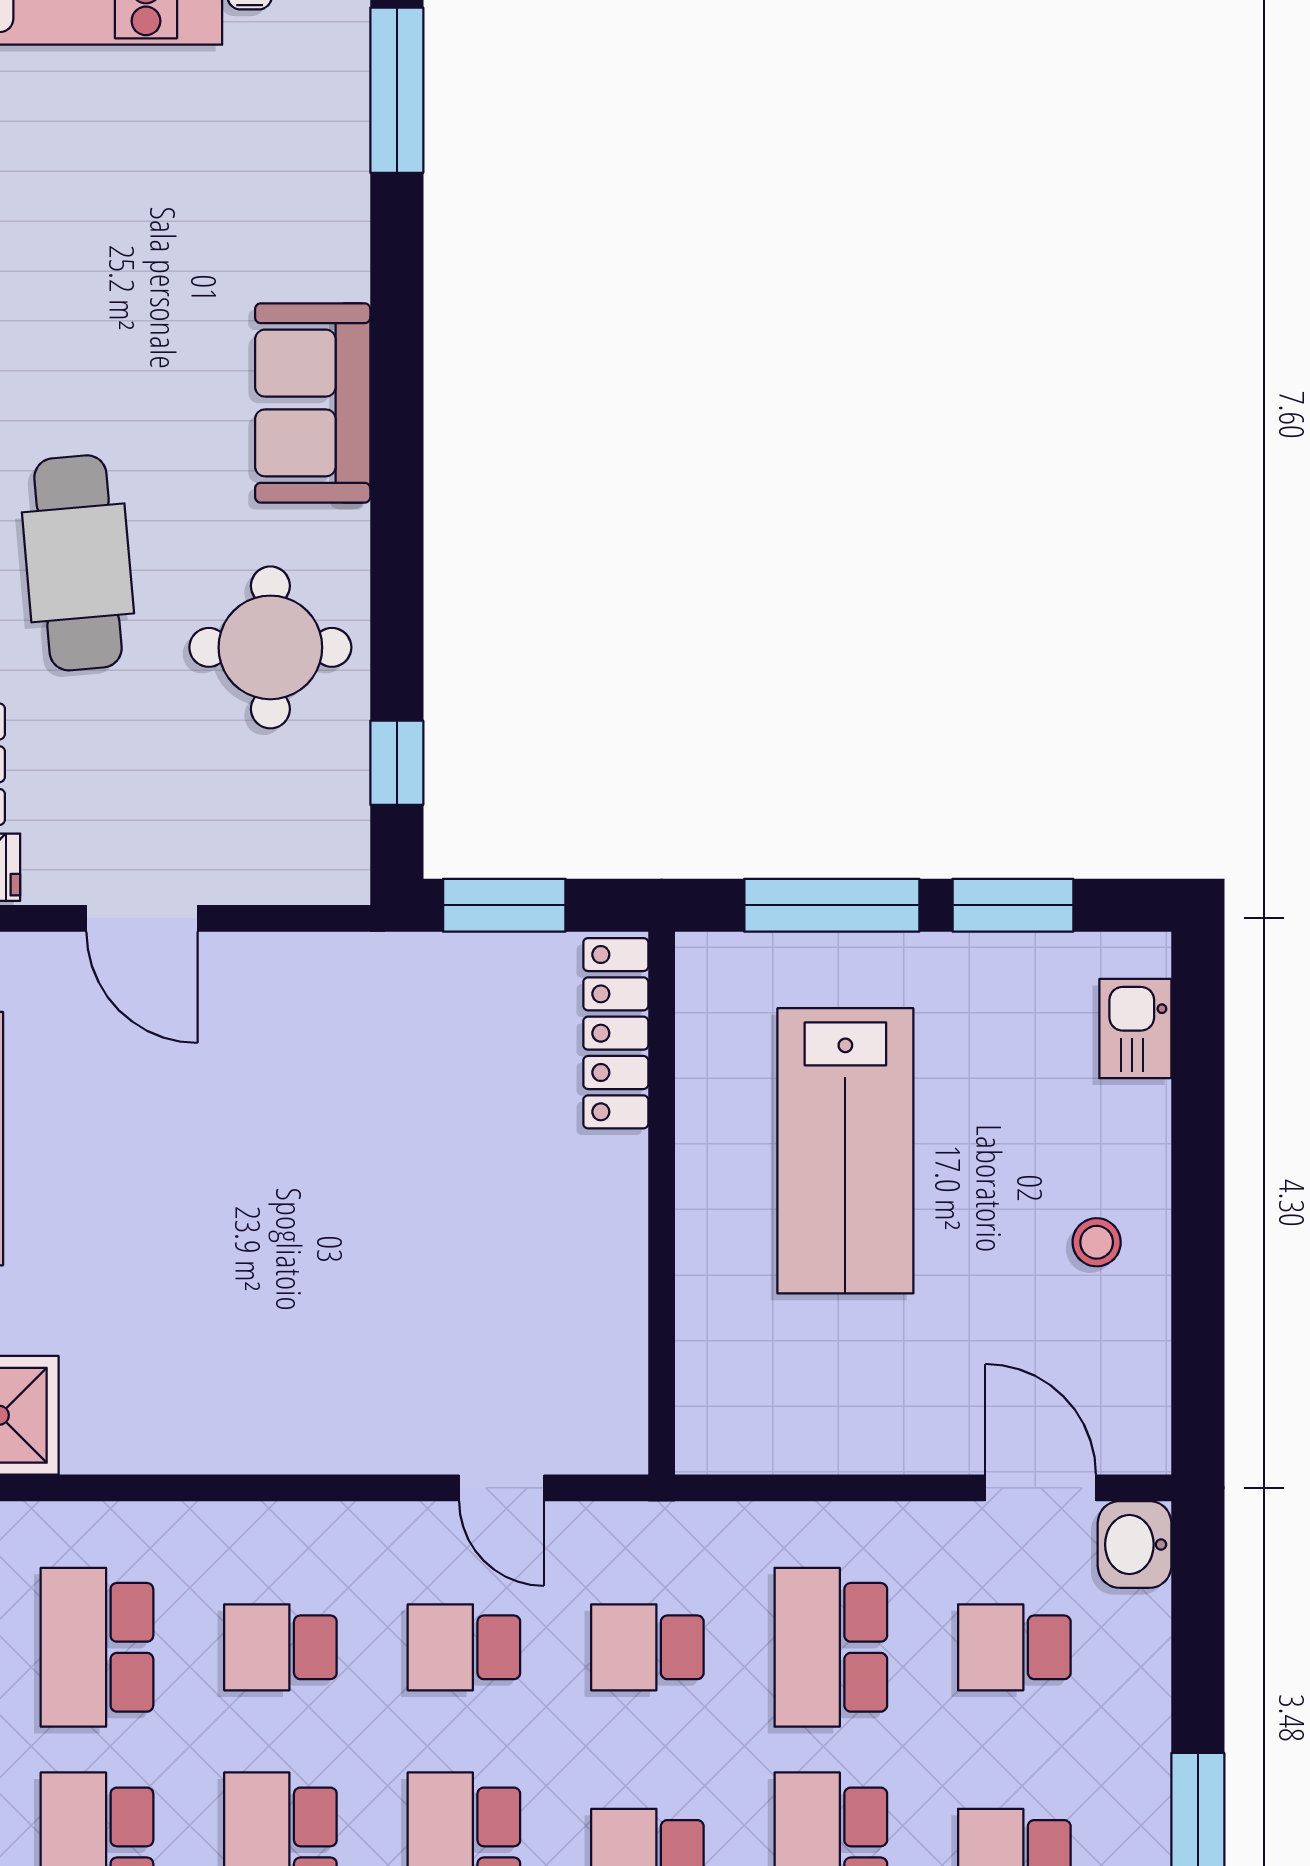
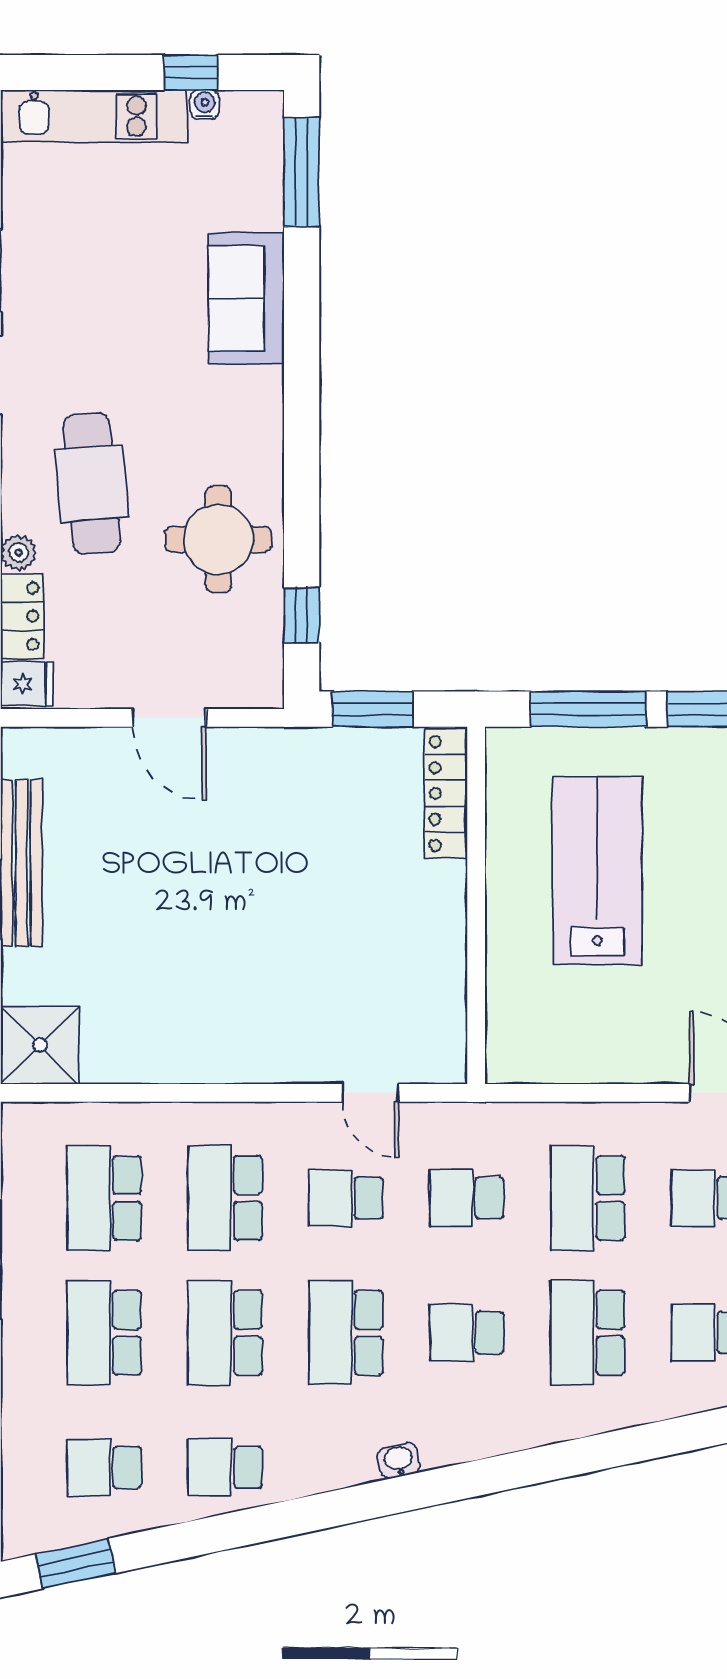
sofa: (313, 403) -> (246, 298), moved
door: (142, 918) -> (169, 718), moved
lab bench: (845, 1151) -> (597, 871), turned 180
school desk: (280, 1647) -> (225, 1198), width x1.85

